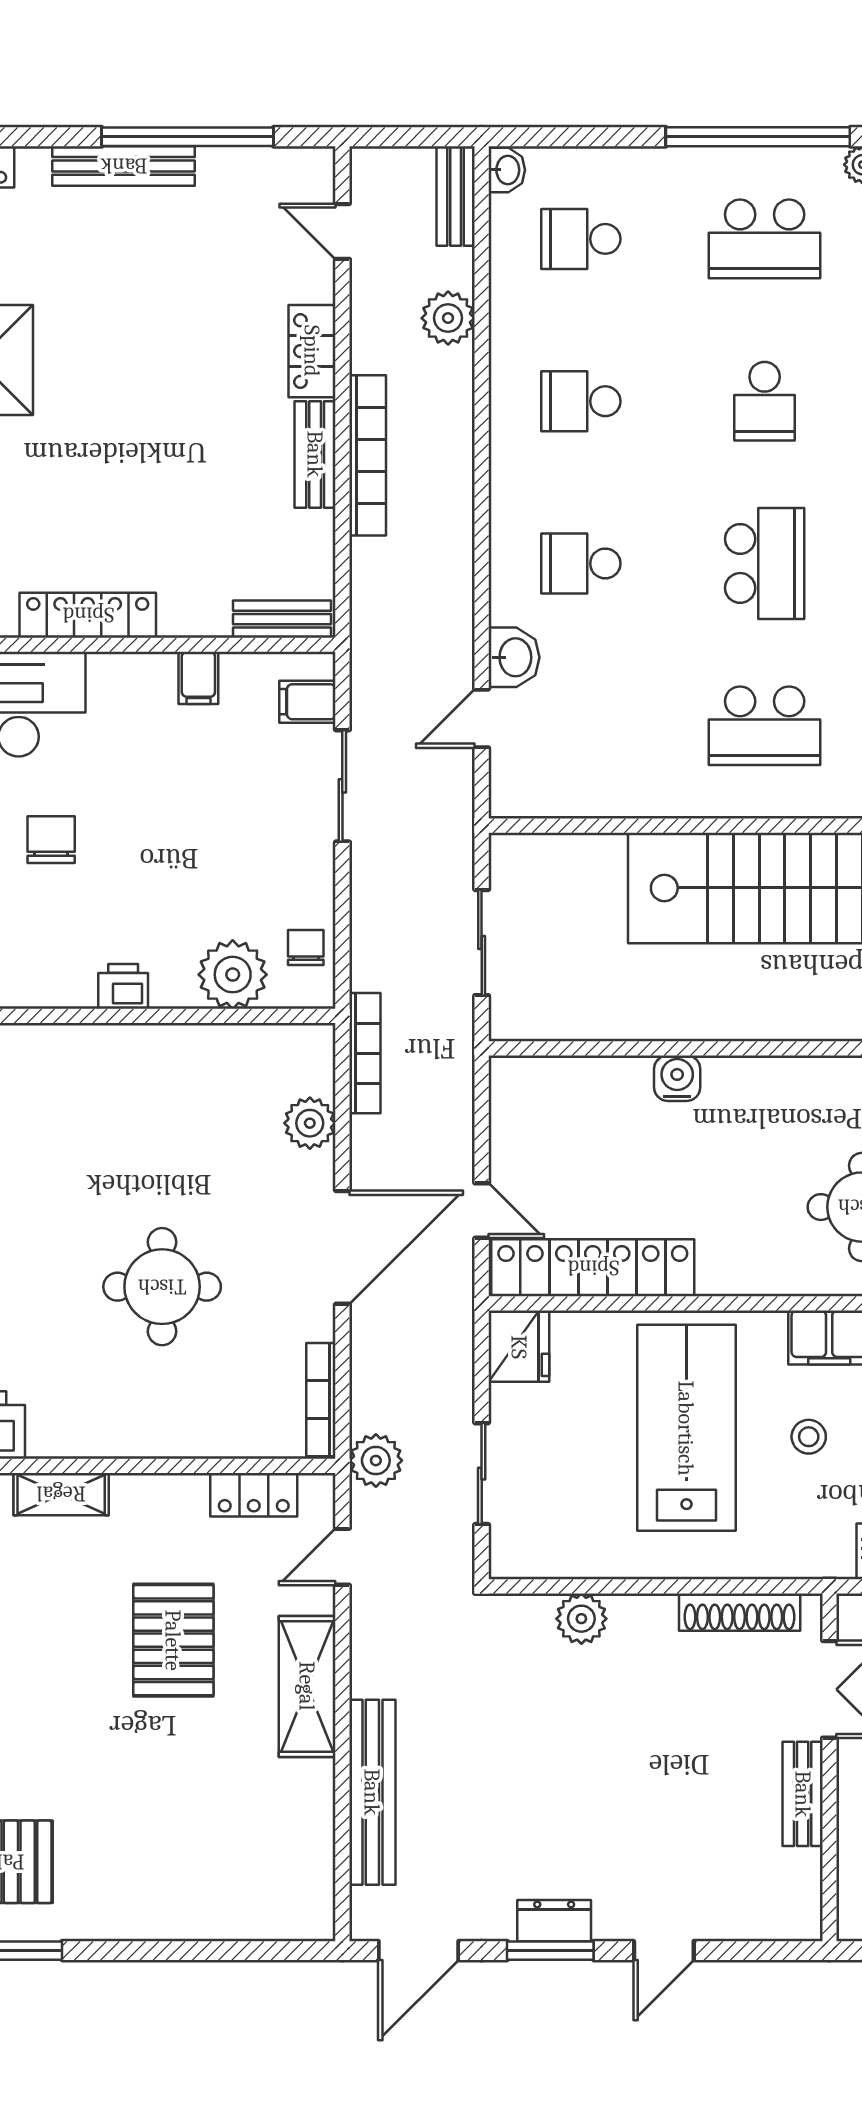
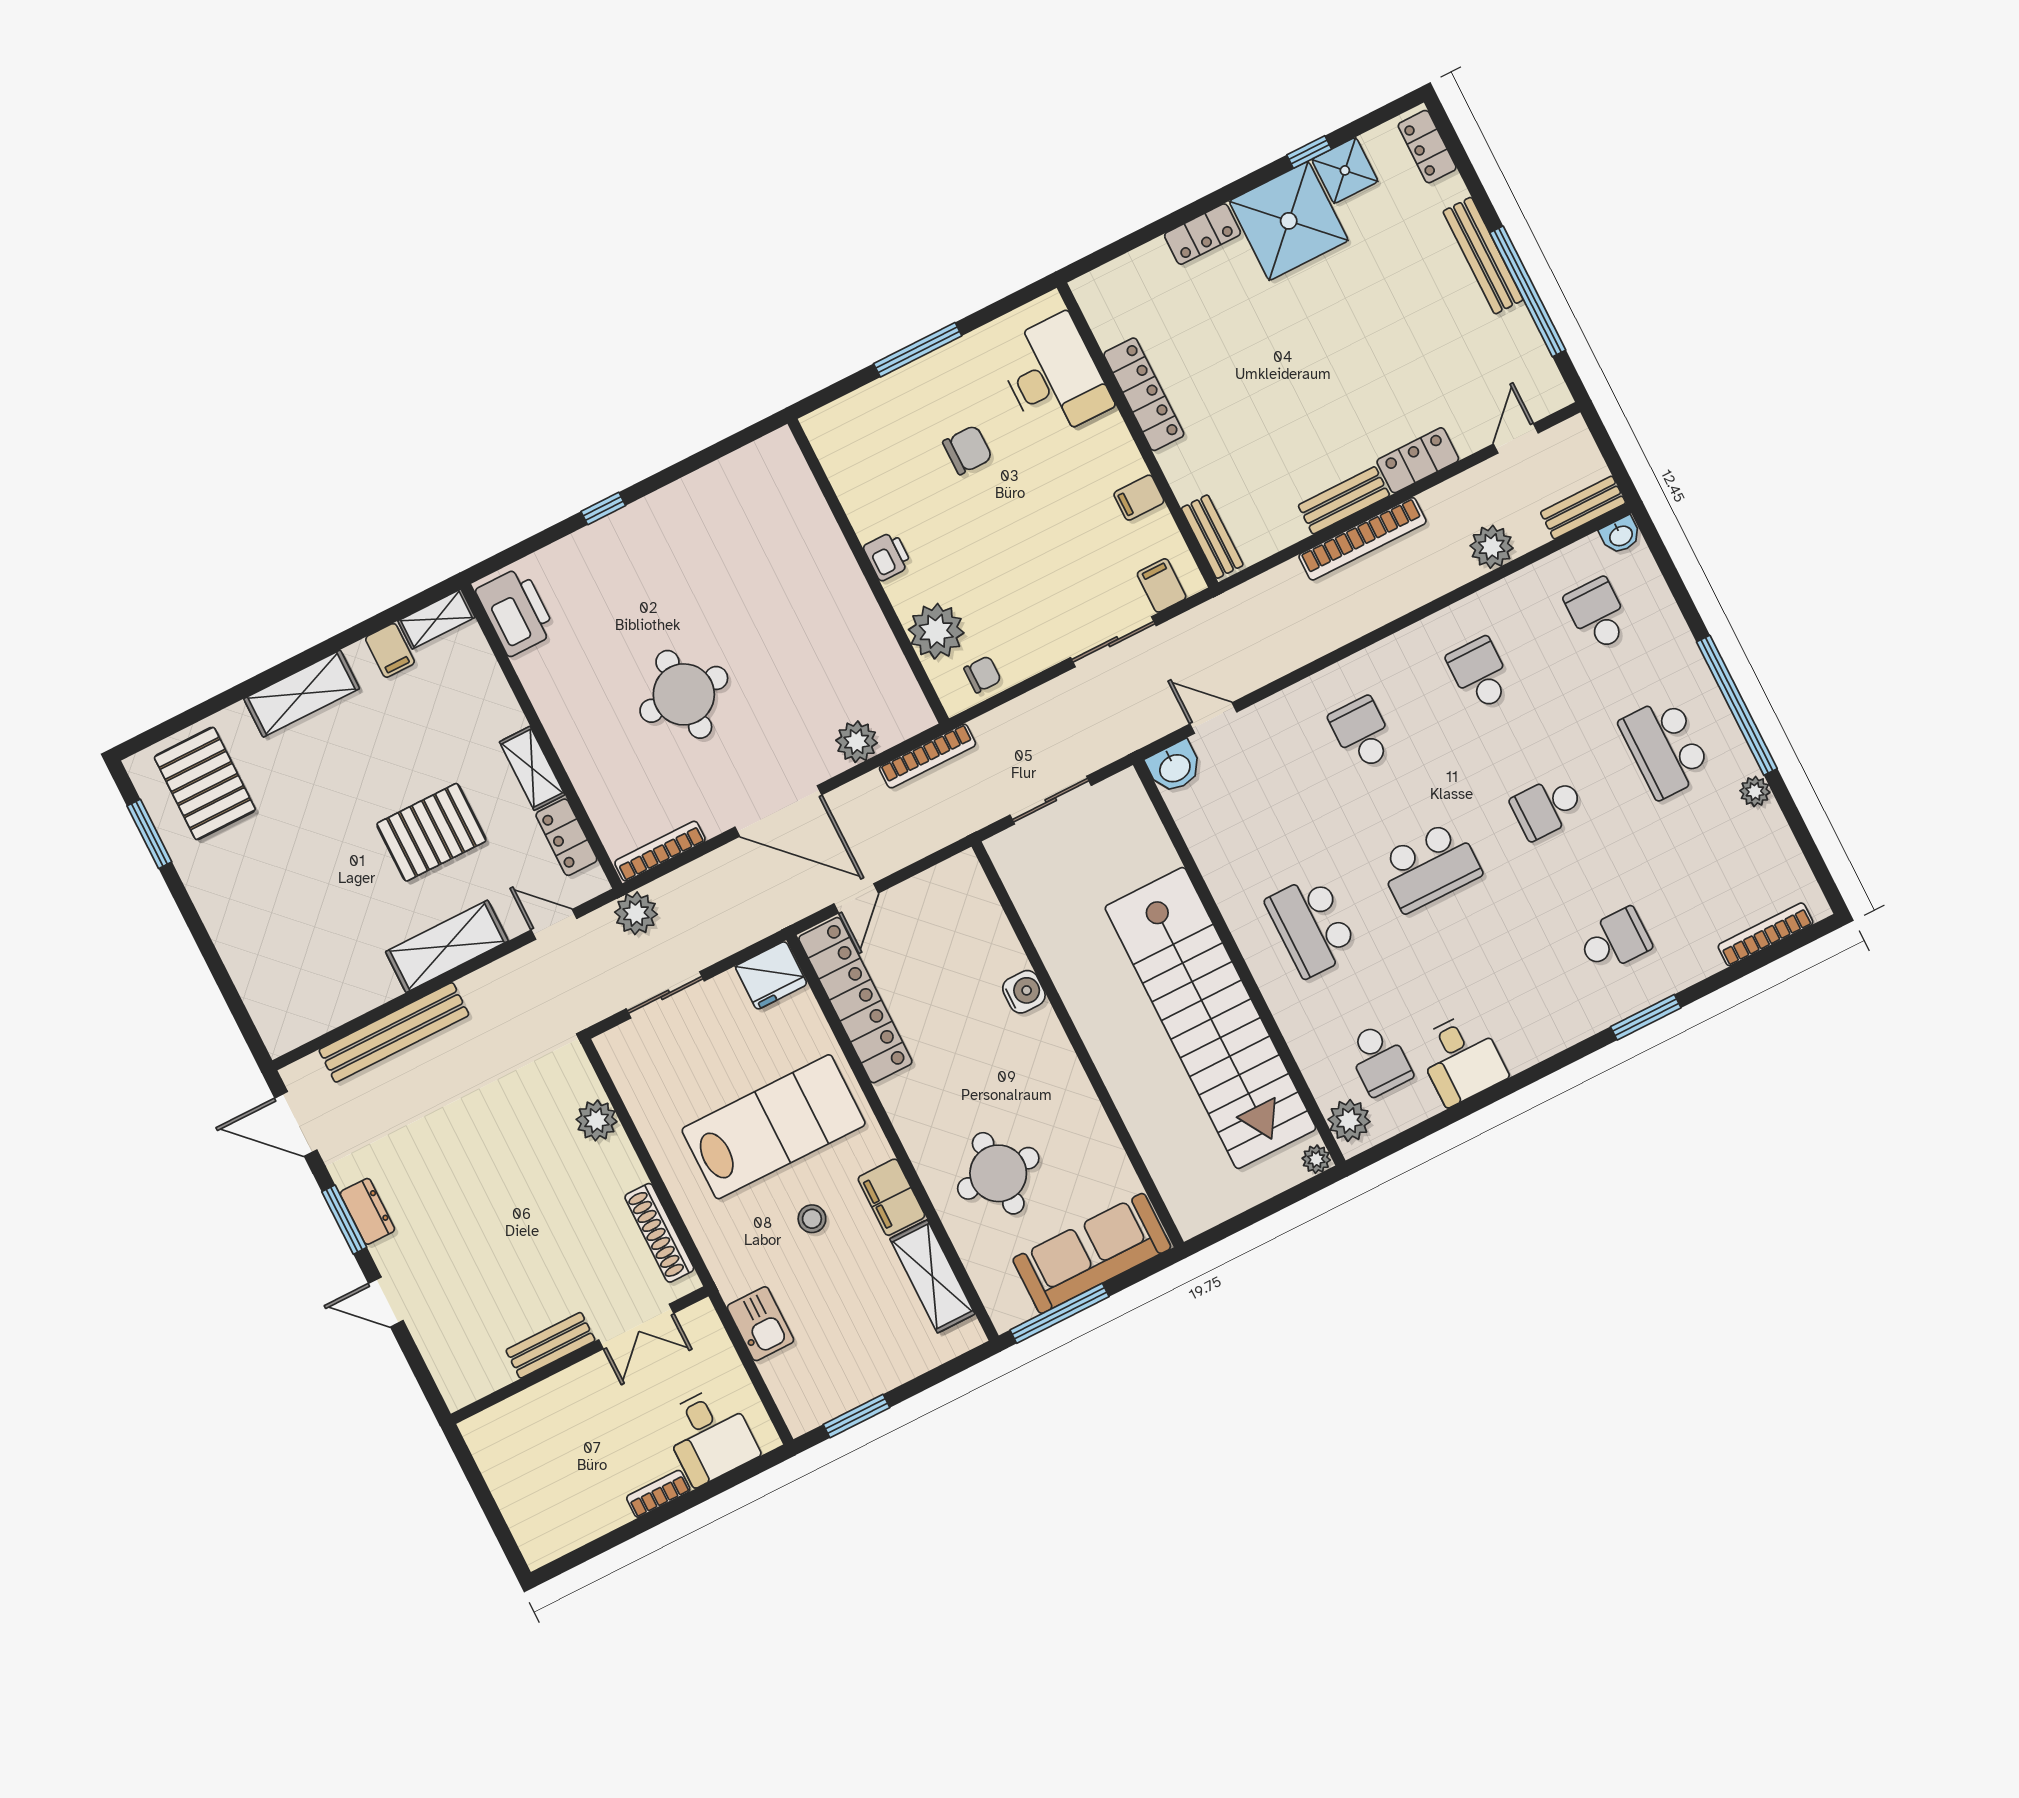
washbasin: (514, 657) -> (1174, 767), moved
shelving: (61, 1494) -> (532, 768), moved

